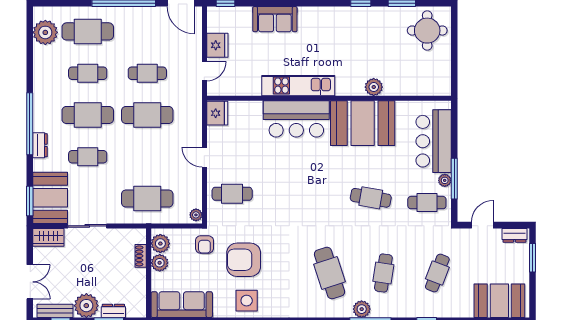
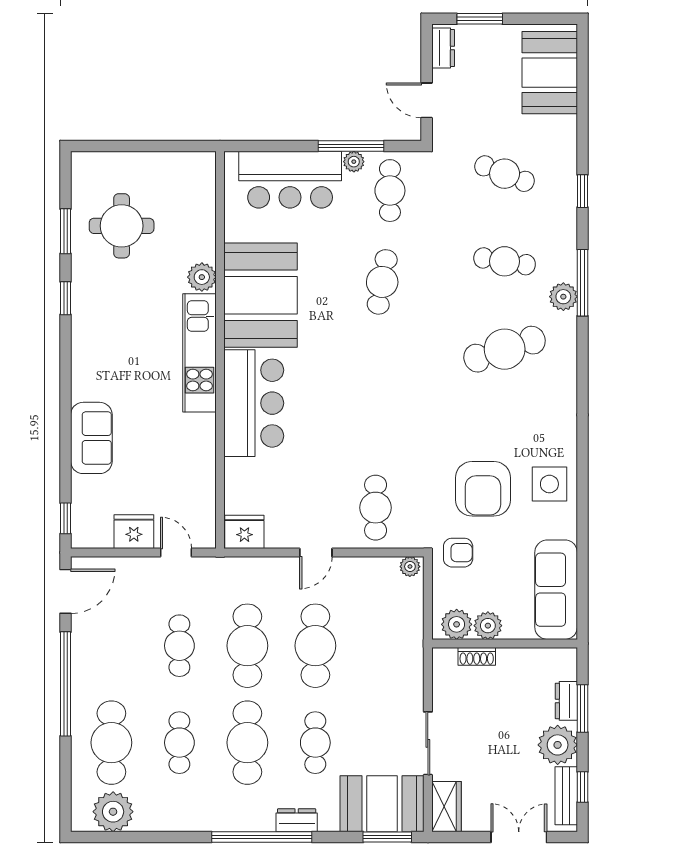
round table: (427, 31) -> (122, 226), moved
kitchen unit: (298, 86) -> (199, 353), moved
cafe table: (147, 199) -> (315, 646), moved

